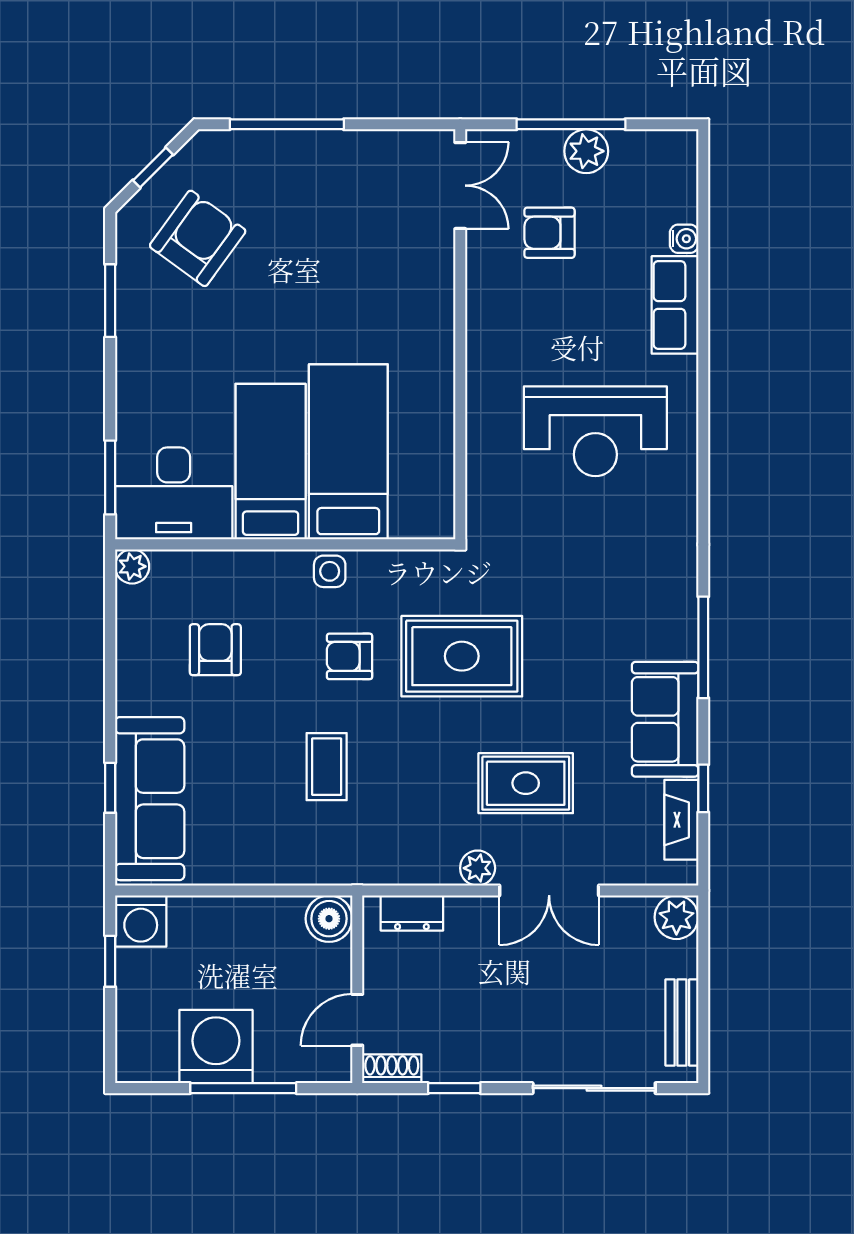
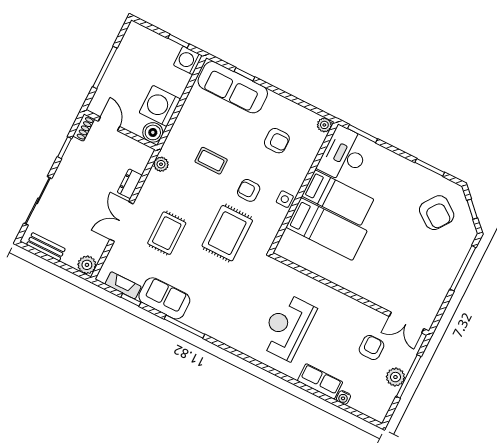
armchair: (350, 656) -> (249, 190), turned -90
plant: (478, 868) -> (161, 164), moved
dresser: (412, 913) -> (130, 184), moved
washing machine: (216, 1047) -> (160, 106), moved, turned 180

